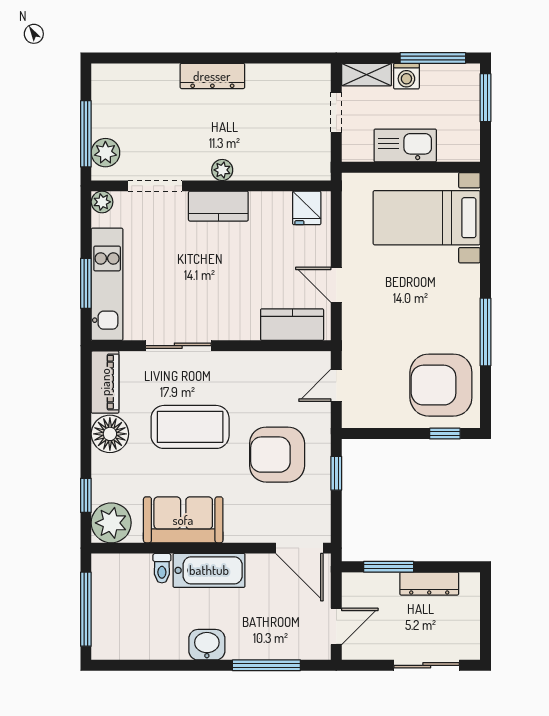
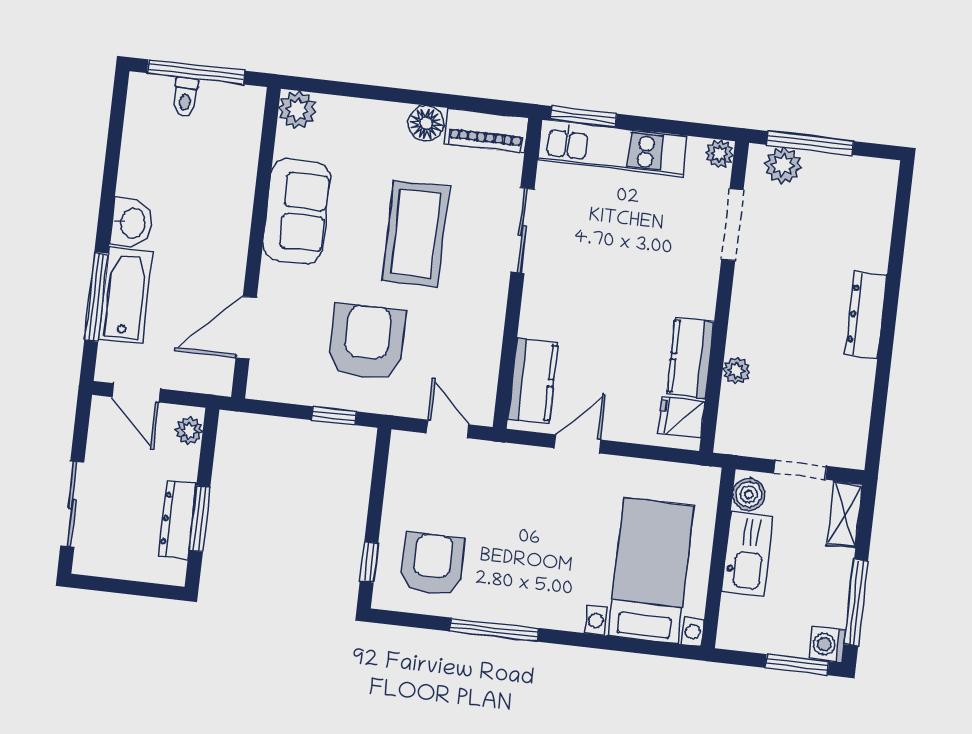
washing machine: (406, 76) -> (828, 644), moved
boiler: (360, 150) -> (749, 494), added
plant: (222, 170) -> (736, 371), moved
kitchen counter: (218, 206) -> (691, 358), moved
window: (86, 283) -> (584, 117), moved
armchair: (441, 385) -> (432, 564), width x0.73, depth x0.73
floor lamp: (110, 434) -> (426, 123), width x0.73, depth x0.73
window: (86, 495) -> (343, 89), removed
plant: (111, 523) -> (297, 110), width x0.73, depth x0.73
door: (299, 548) -> (246, 328), moved
window: (389, 567) -> (200, 519), moved
toilet: (162, 568) -> (185, 97), moved, turned -90
bathtub: (209, 570) -> (126, 296), moved, turned 180
plant: (361, 583) -> (189, 431), added

